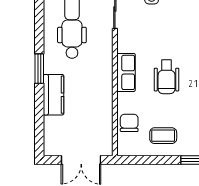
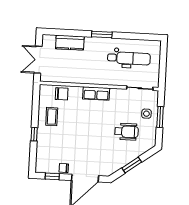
wheelchair: (167, 77) -> (126, 132), moved, turned 180
kitchen counter: (54, 95) -> (70, 43), moved

